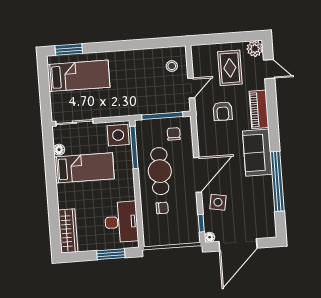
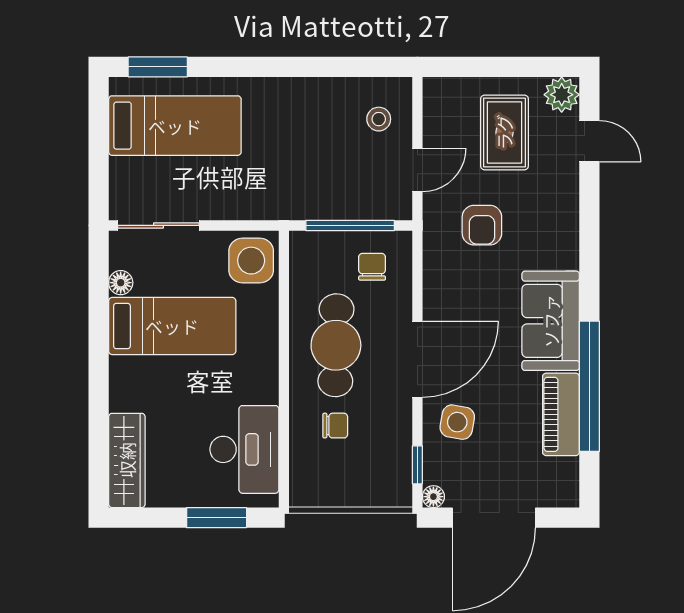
piano: (259, 109) -> (561, 414), moved
window: (134, 147) -> (284, 290), removed

